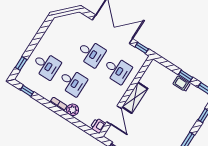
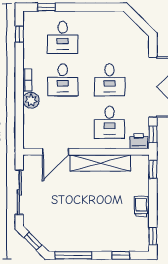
window: (186, 76) -> (153, 169), moved
shelving: (135, 98) -> (100, 163), width x1.47
printer: (98, 126) -> (139, 141), moved

